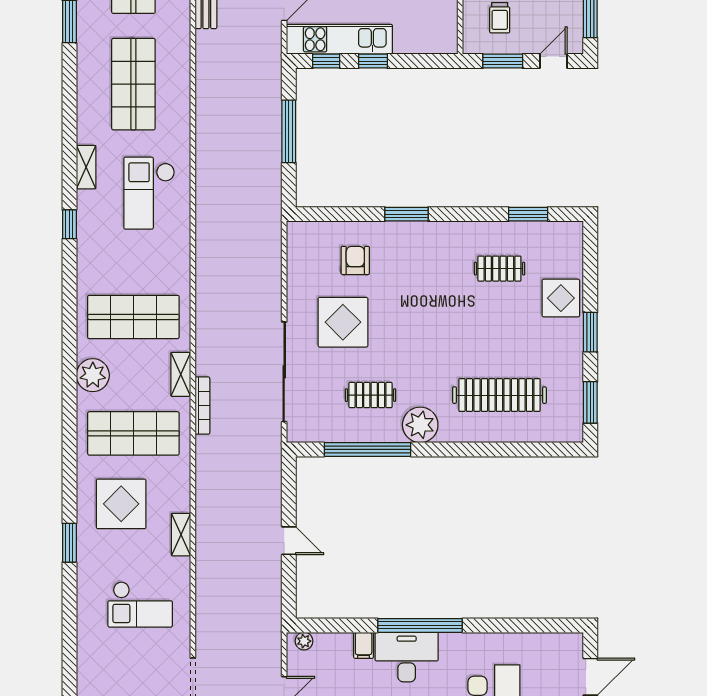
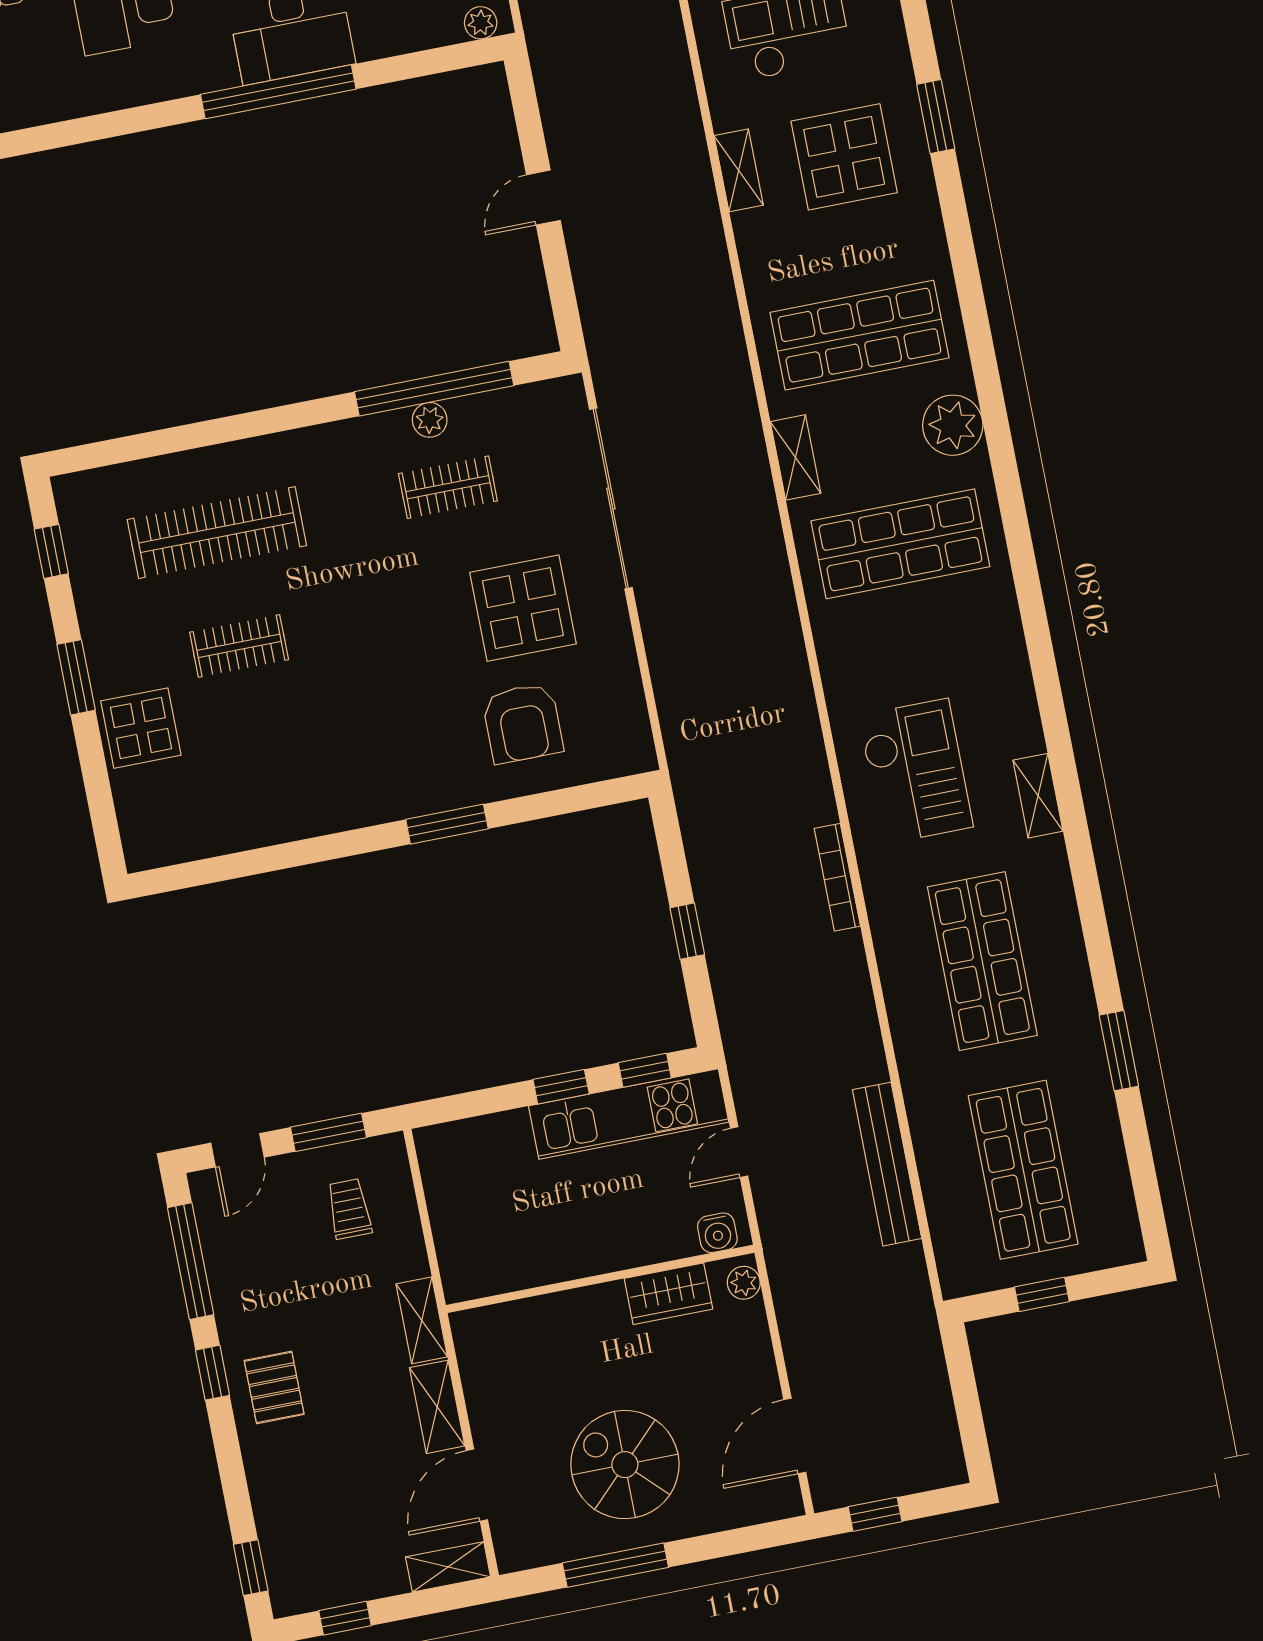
window: (289, 131) -> (687, 931), width x0.46
window: (528, 214) -> (229, 867), removed
window: (69, 224) -> (1048, 687), removed
armchair: (355, 260) -> (523, 723), width x1.38, depth x1.38
clothes rail: (499, 269) -> (239, 646), moved
window: (590, 402) -> (51, 551), width x0.67
bookcase: (202, 406) -> (837, 877), moved
plant: (420, 425) -> (430, 420), moved, width x0.53, depth x0.53
display table: (121, 504) -> (844, 157), moved
door: (289, 541) -> (543, 198), hinge flipped
filing cabinet: (364, 645) -> (372, 36), removed

